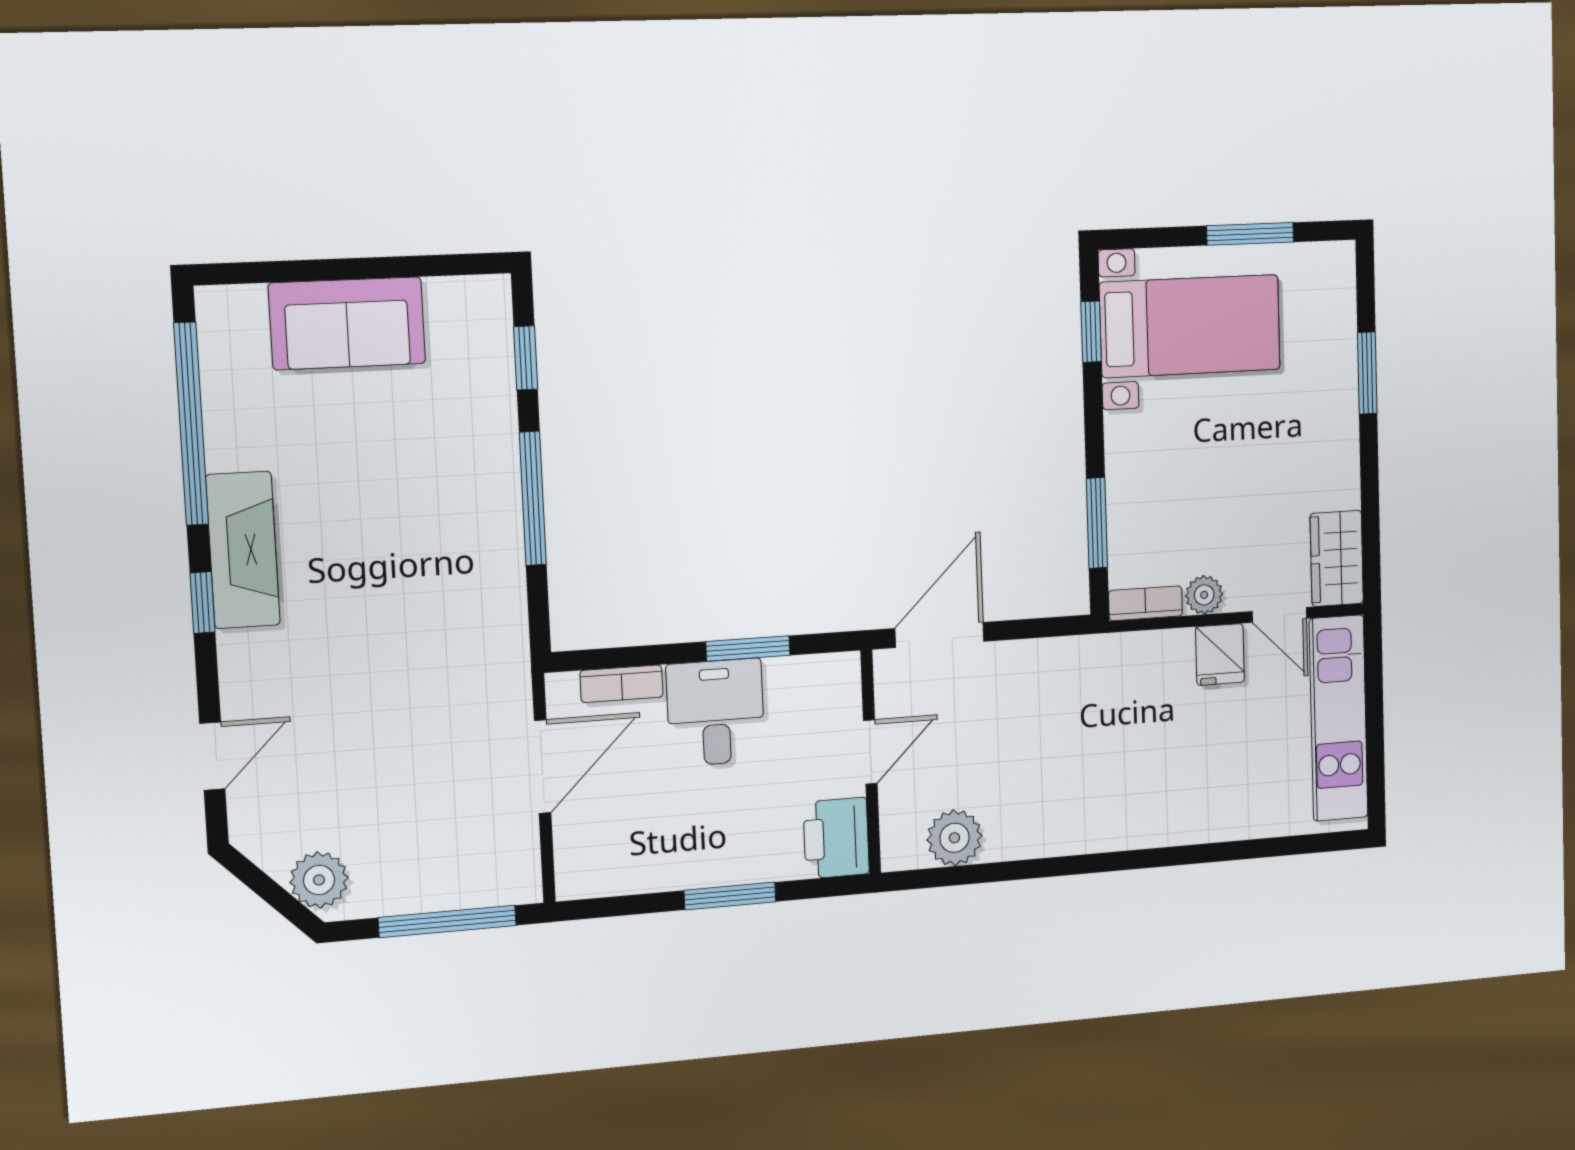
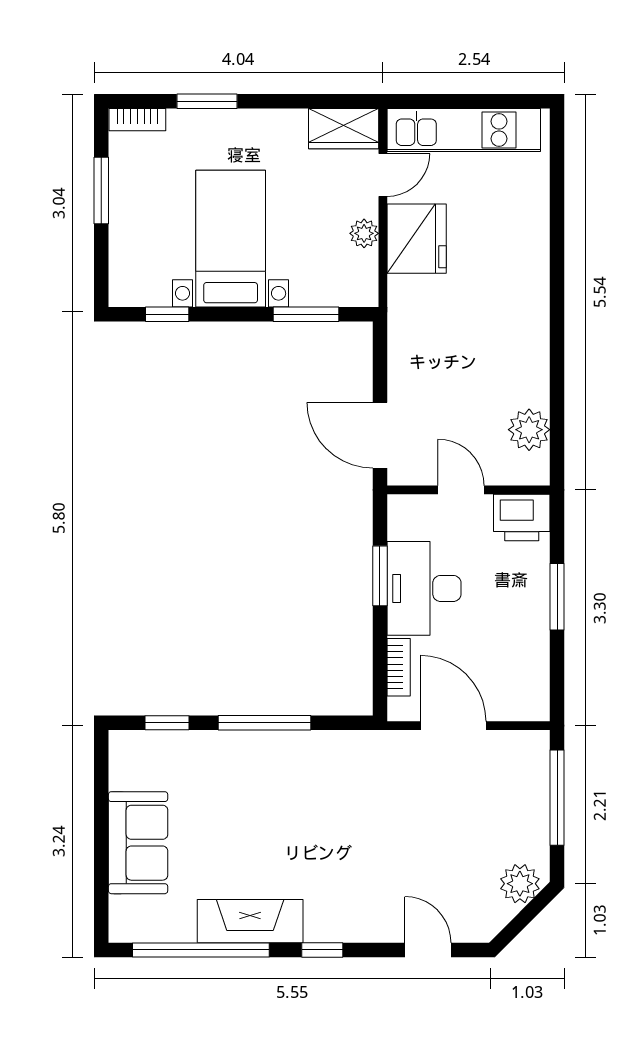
bed with nightstands: (1190, 326) -> (231, 239), moved
fireplace: (243, 550) -> (250, 921), moved
bookcase: (1145, 603) -> (137, 120), moved, turned -90
fridge: (1220, 654) -> (417, 239), width x1.88, depth x1.34
desk: (716, 712) -> (424, 588), width x1.37

